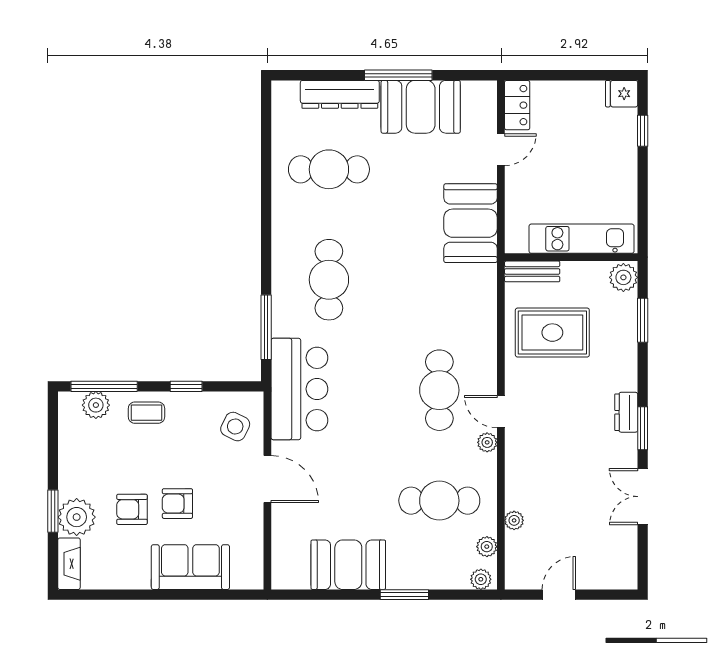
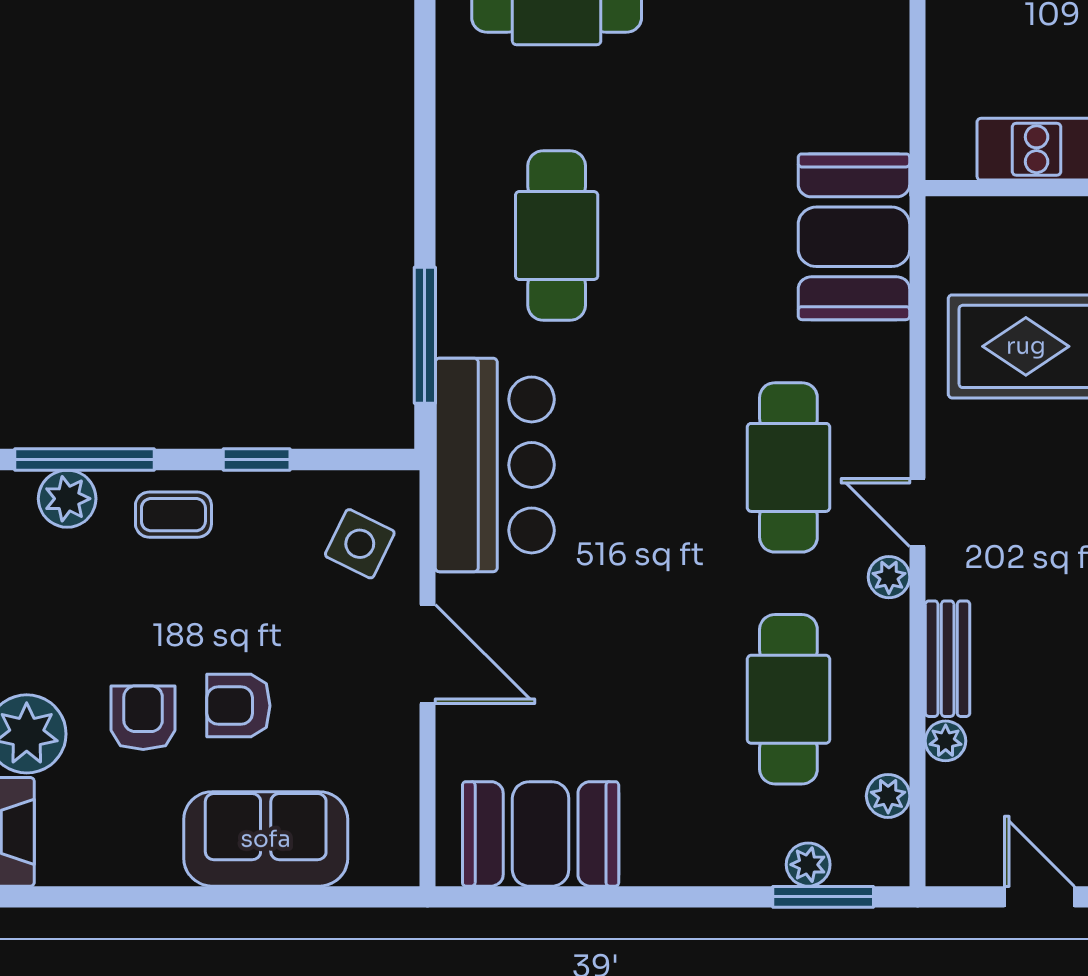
booth: (471, 223) -> (854, 237), moved
bench: (532, 271) -> (948, 659), moved, turned 90
cafe table: (439, 501) -> (788, 699), turned 90
armchair: (132, 509) -> (143, 718), turned 90
booth: (348, 565) -> (541, 834), moved
plant: (481, 579) -> (808, 865), moved
window: (404, 595) -> (823, 897), moved
door: (559, 595) -> (1039, 897), hinge flipped

